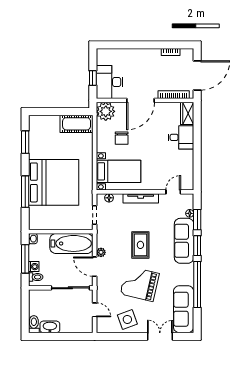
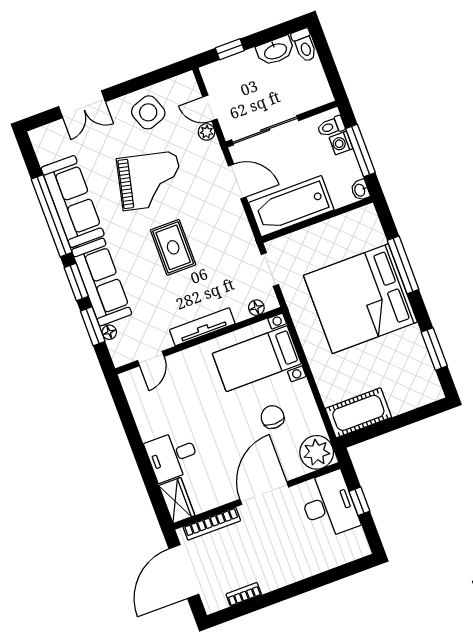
plant: (101, 252) -> (207, 132), moved
sofa: (184, 309) -> (73, 201), moved
window: (73, 336) -> (230, 49), added

